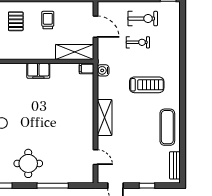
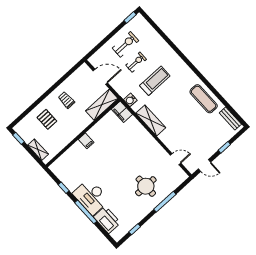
filing cabinet: (86, 69) -> (122, 112), width x2.00
filing cabinet: (38, 71) -> (86, 141), width x0.50
treadmill: (147, 85) -> (155, 81), moved
shelving: (105, 118) -> (151, 120), moved
round table: (28, 163) -> (146, 186), moved

